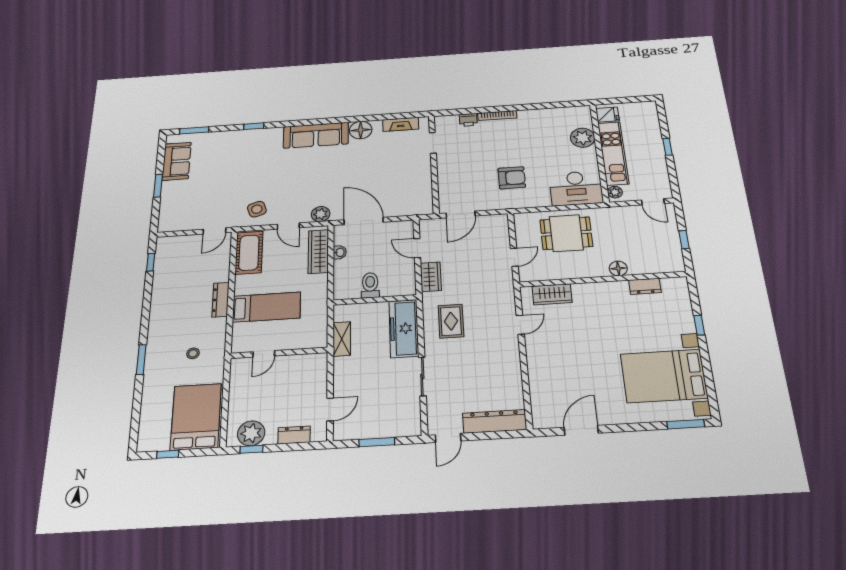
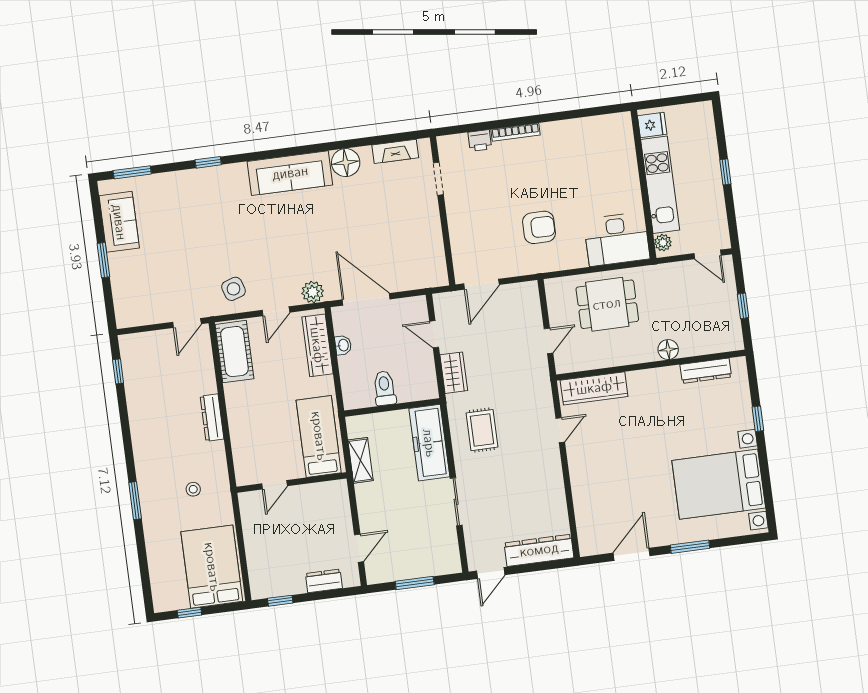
plant: (583, 138) -> (623, 163), removed
door: (288, 226) -> (276, 311), hinge flipped
dresser: (645, 286) -> (706, 371), width x1.44
wardrobe: (552, 294) -> (594, 388), width x1.50
bed: (266, 307) -> (319, 436), moved, turned -90
window: (686, 424) -> (690, 547), moved
plant: (251, 433) -> (277, 582), removed

